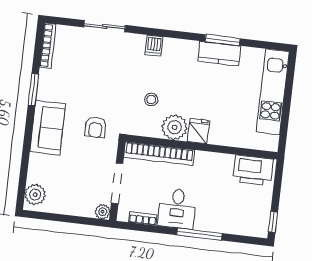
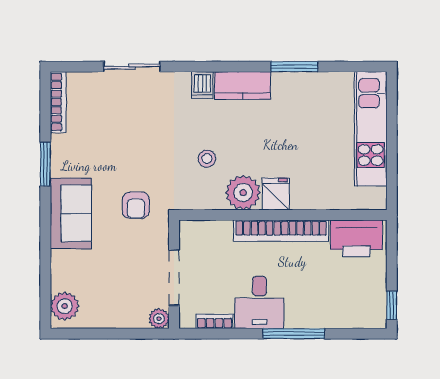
kitchen counter: (219, 54) -> (243, 85), moved
bookcase: (159, 154) -> (281, 231), moved

